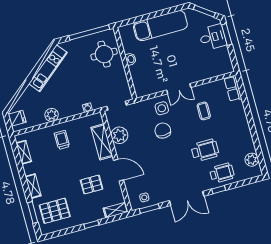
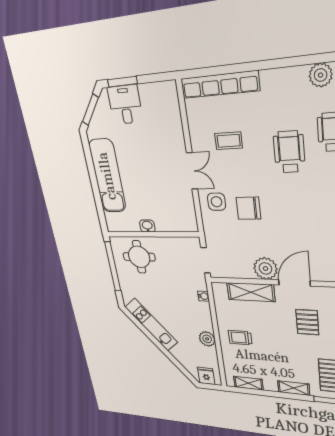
row of seats: (233, 89) -> (220, 85), width x2.02
plant: (119, 135) -> (265, 269), moved

